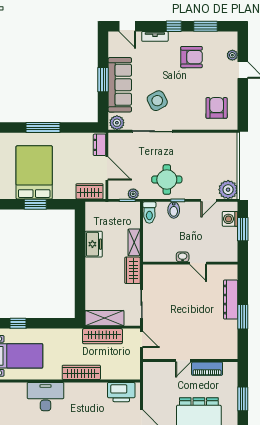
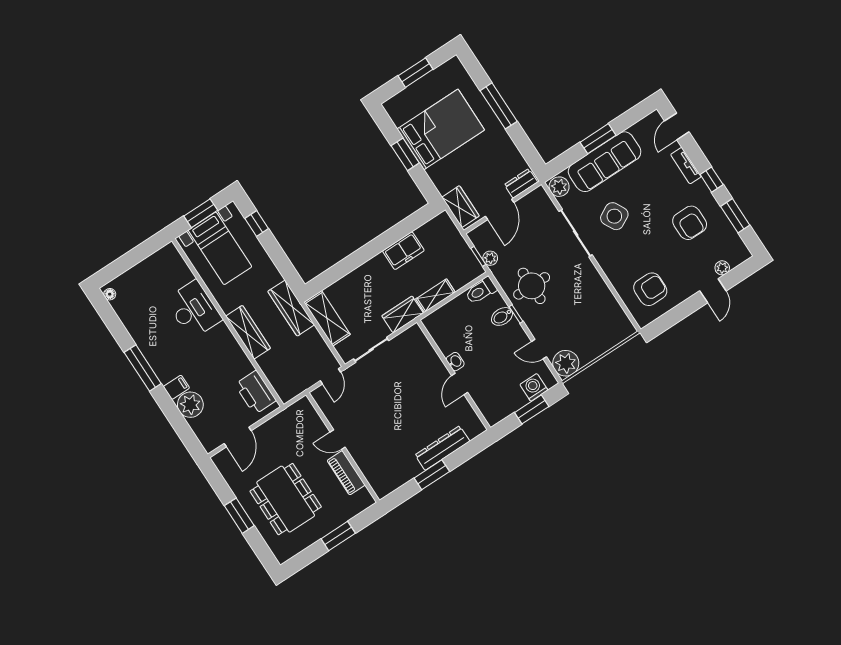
wardrobe: (102, 336) -> (291, 308), moved

